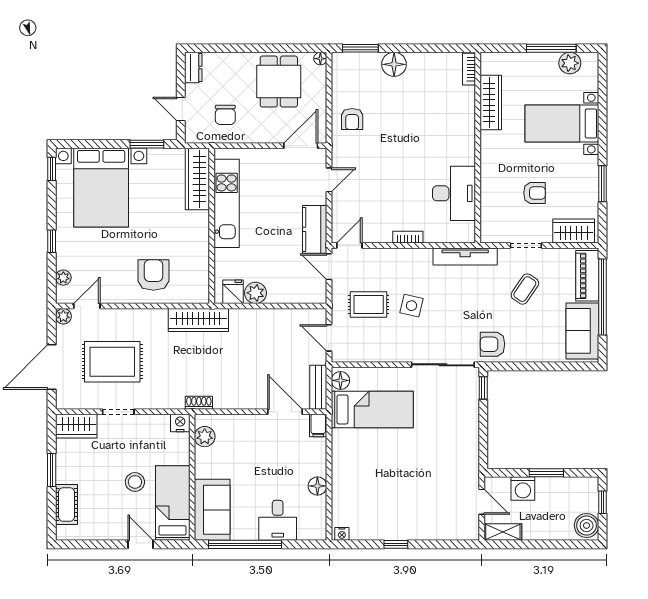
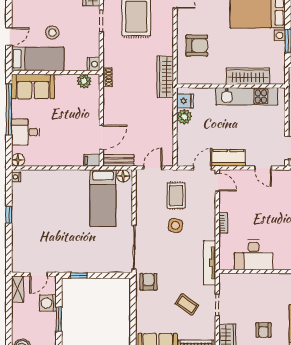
wardrobe: (197, 179) -> (248, 76), moved
armchair: (534, 193) -> (263, 330), moved
window: (483, 388) -> (79, 275), moved
floor lamp: (317, 486) -> (18, 160), moved

